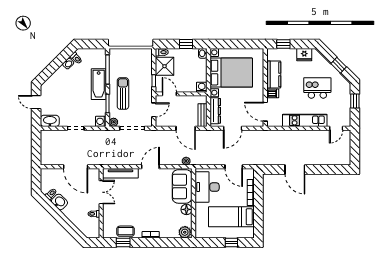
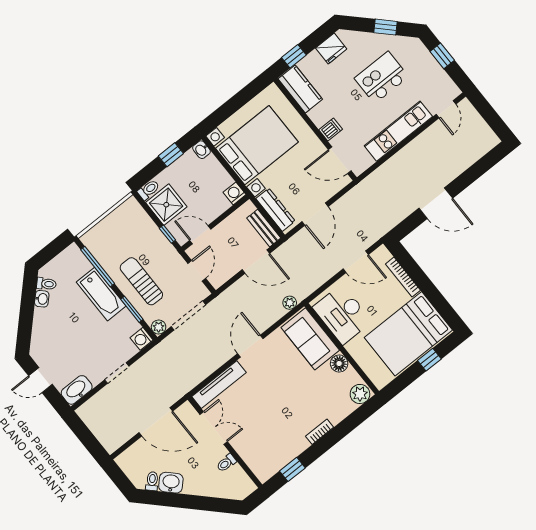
kitchen counter: (274, 74) -> (300, 89), moved
bed: (231, 217) -> (408, 334), width x1.50
coffee table: (125, 231) -> (284, 453), removed

